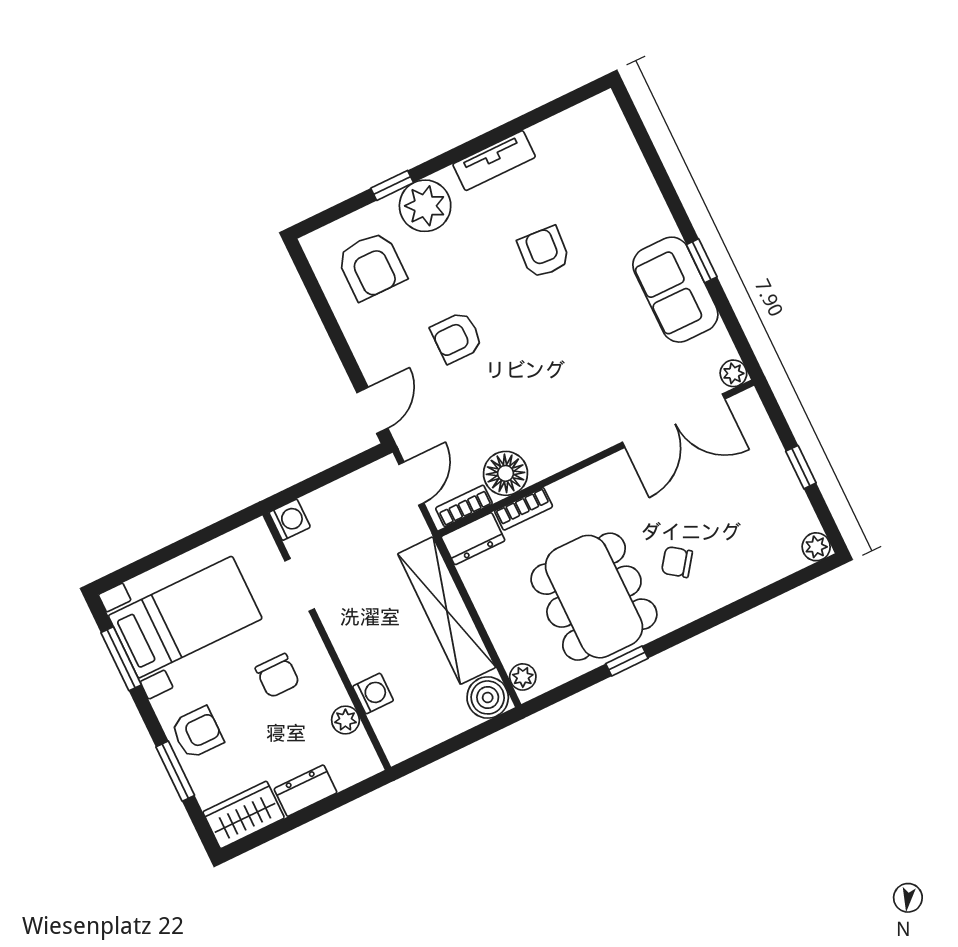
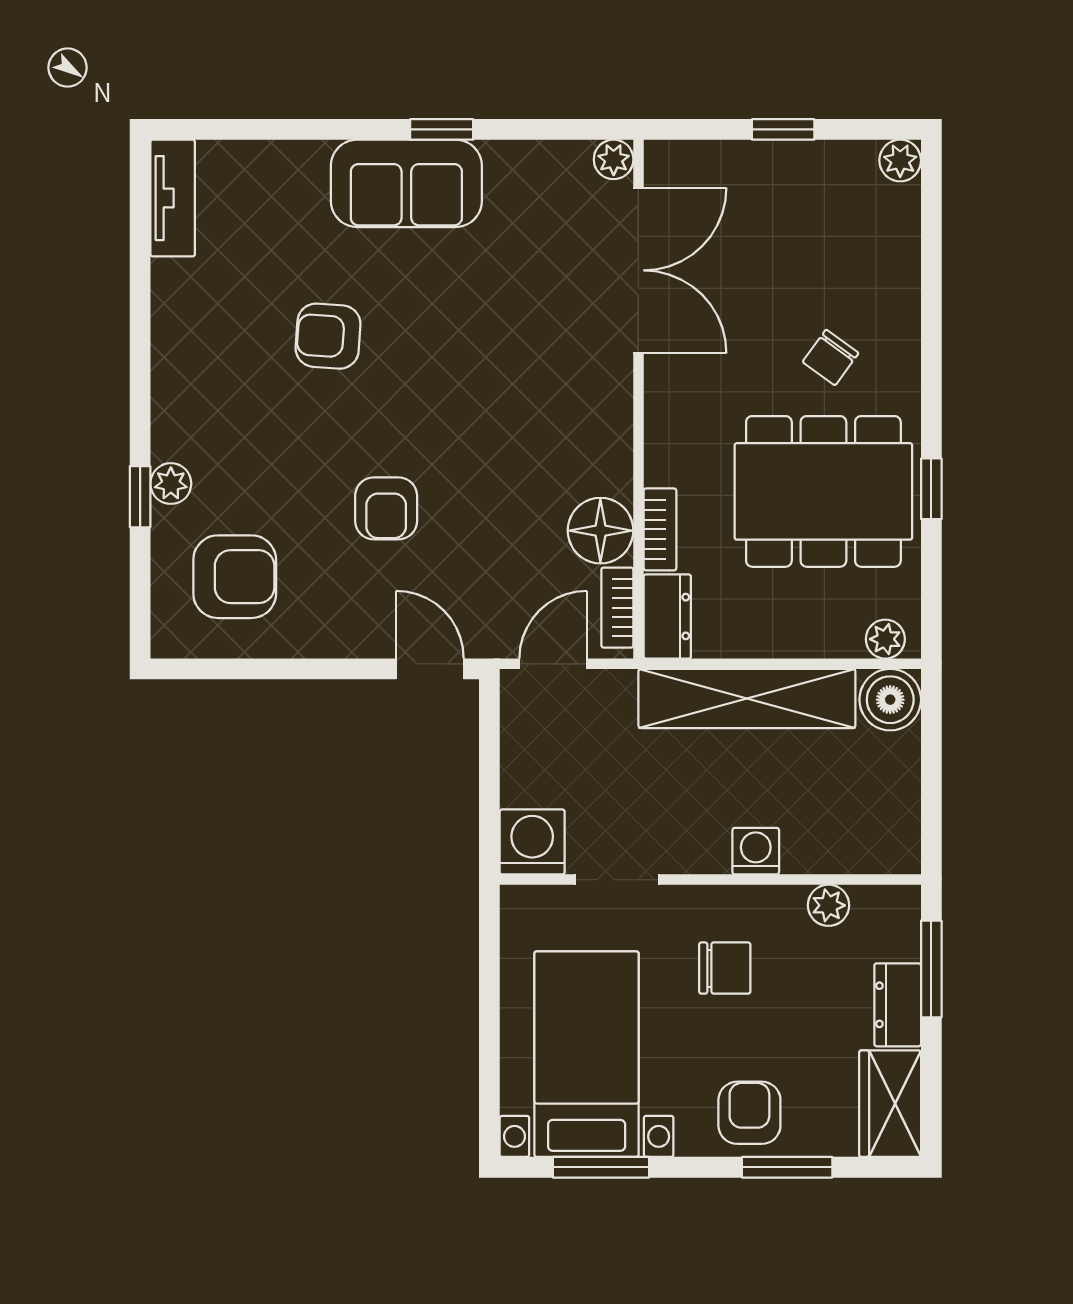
tv unit: (494, 161) -> (173, 198), moved
plant: (425, 206) -> (171, 484), width x0.53, depth x0.53
sofa: (675, 290) -> (406, 183), moved
door: (411, 484) -> (553, 664), hinge flipped
washing machine: (290, 520) -> (532, 842), width x1.38, depth x1.38
washing machine: (373, 694) -> (756, 851), moved
window: (337, 801) -> (931, 969), added

